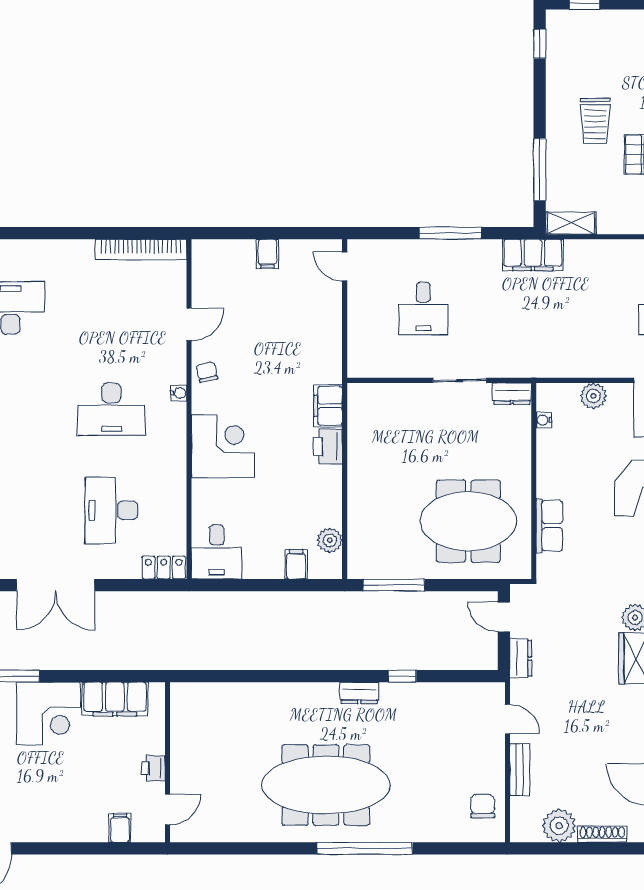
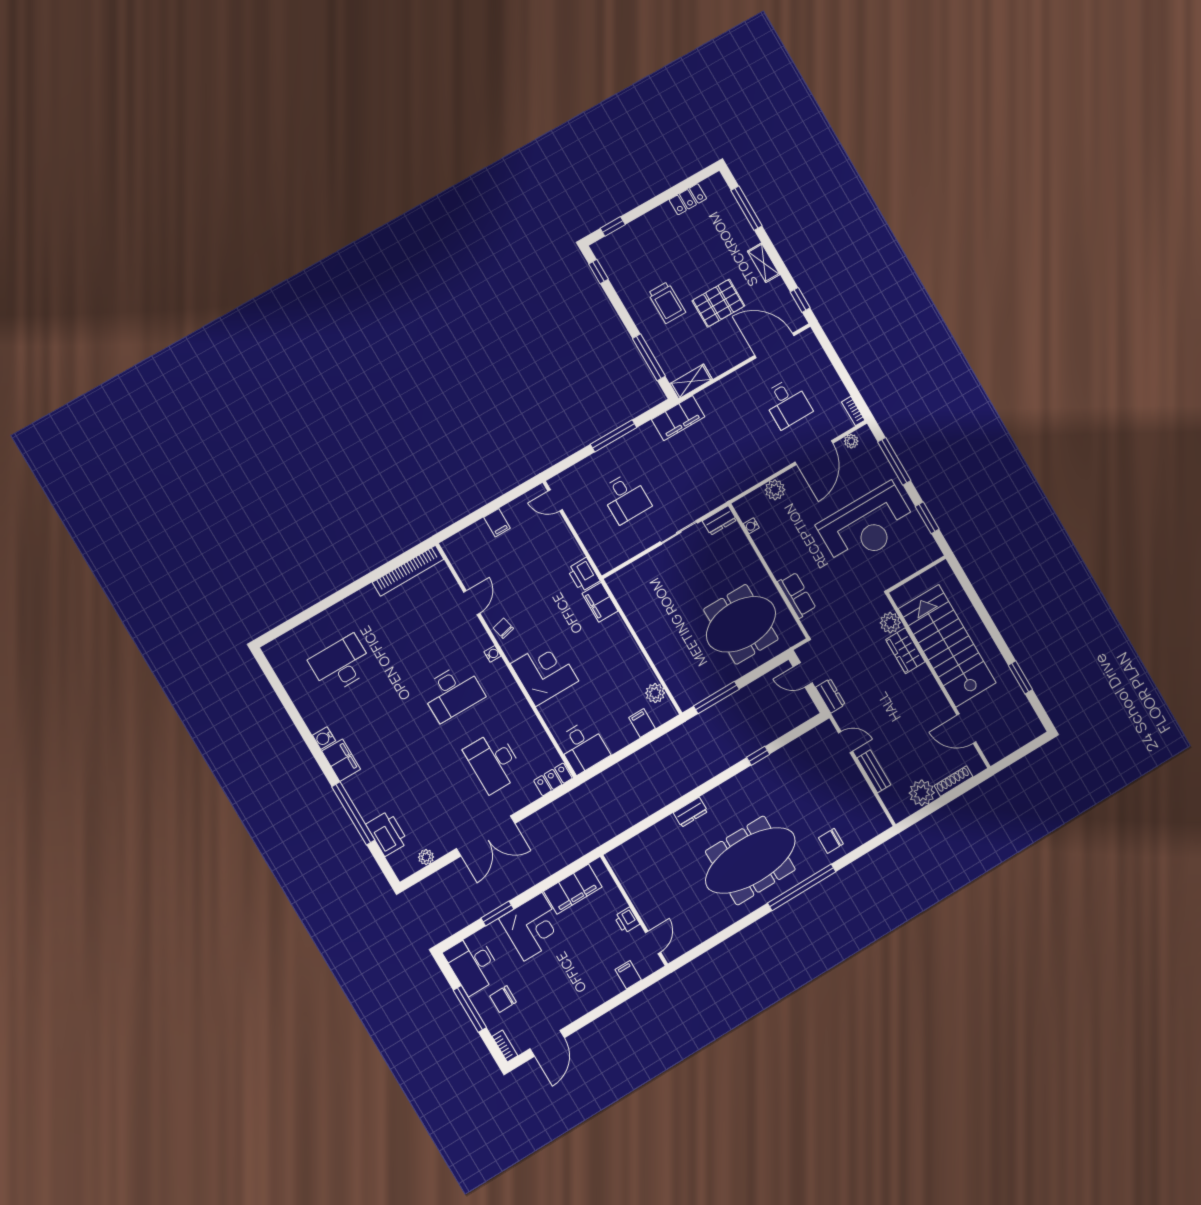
printer: (328, 446) -> (583, 575), moved
dresser: (359, 693) -> (690, 812), moved
chair: (483, 806) -> (831, 841), moved, turned -90

